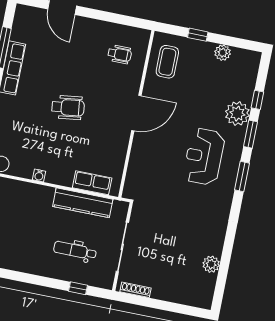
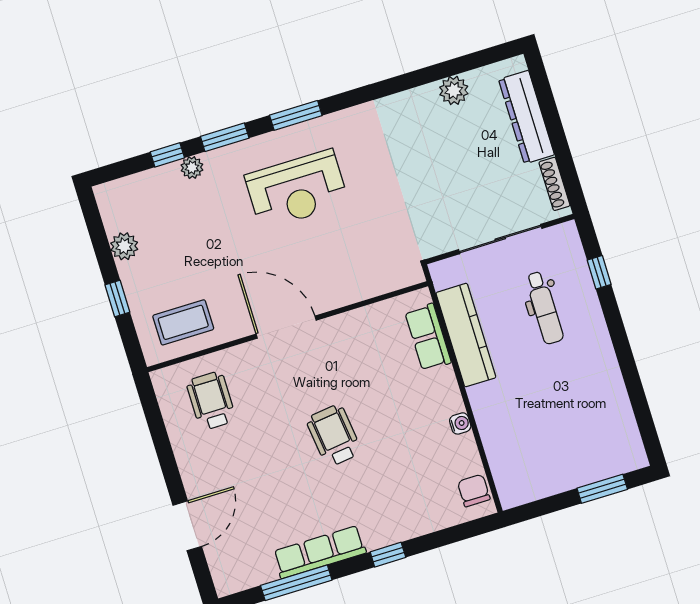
wheelchair: (120, 54) -> (211, 401), width x1.36, depth x1.37
plant: (237, 114) -> (192, 168), width x0.53, depth x0.53
dresser: (177, 294) -> (526, 117), added

